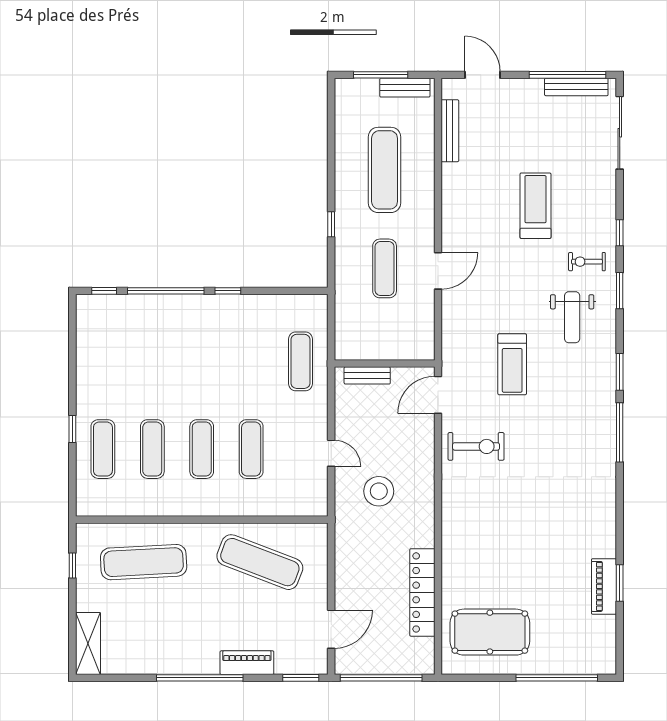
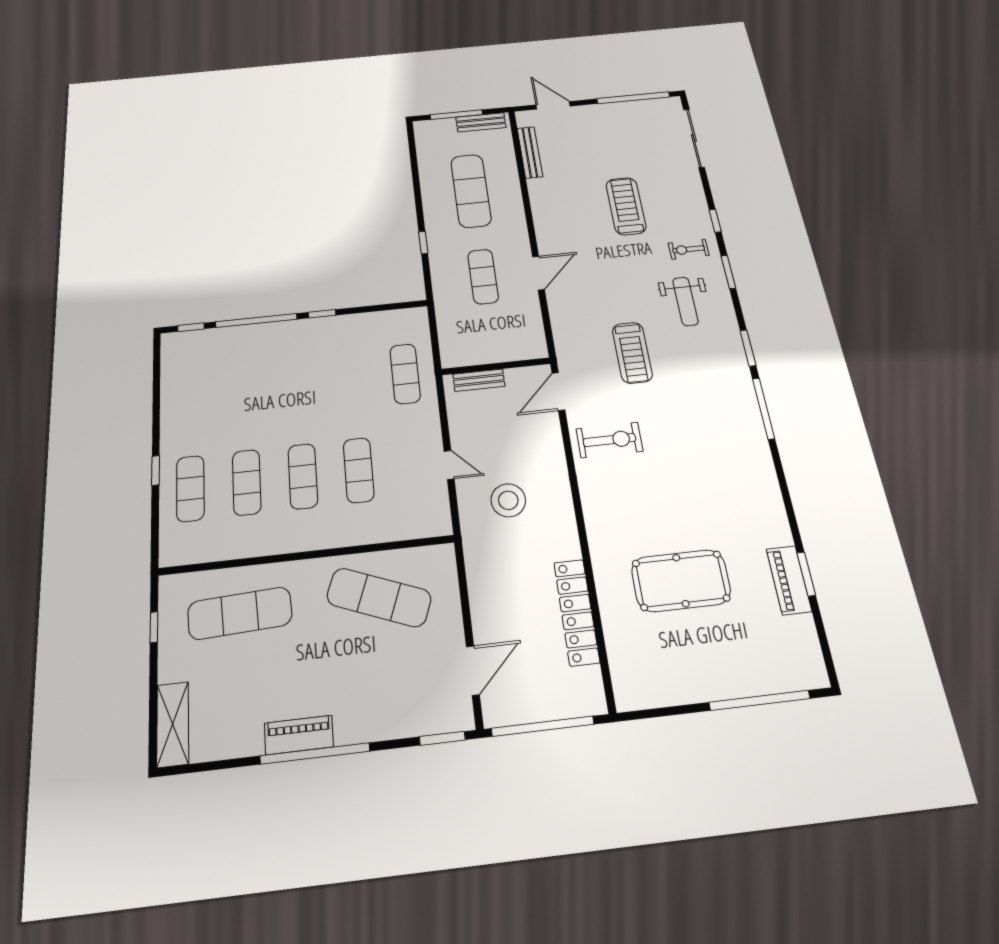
bench: (576, 87) -> (644, 106), removed
pool table: (490, 632) -> (681, 581), moved
piano: (247, 663) -> (299, 735), moved

